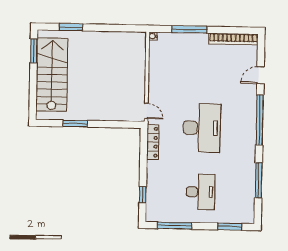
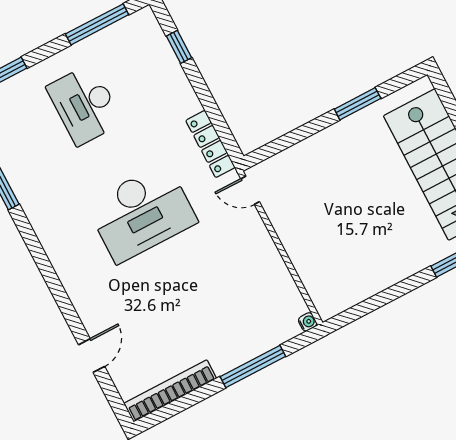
window: (260, 120) -> (52, 279), removed
desk: (202, 128) -> (142, 213), turned -90

